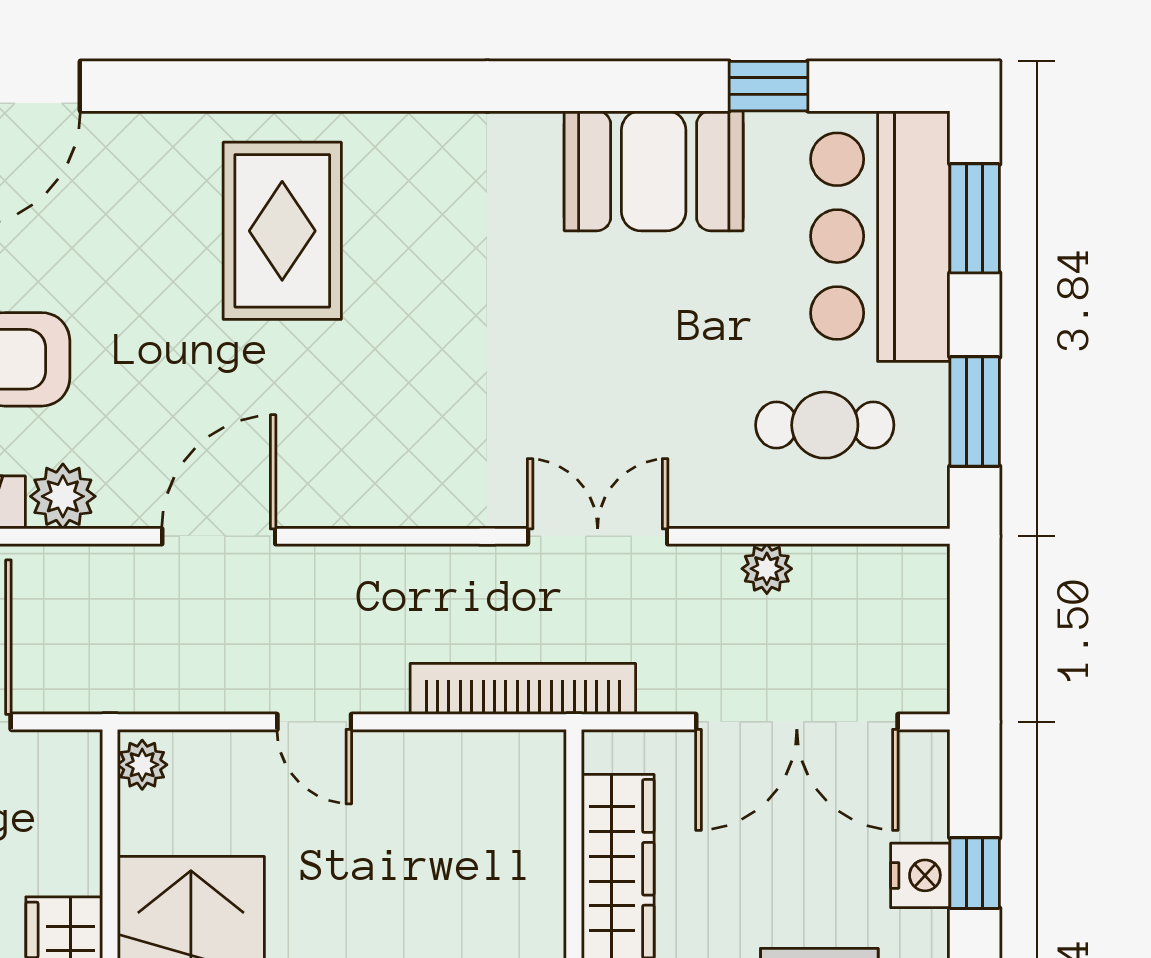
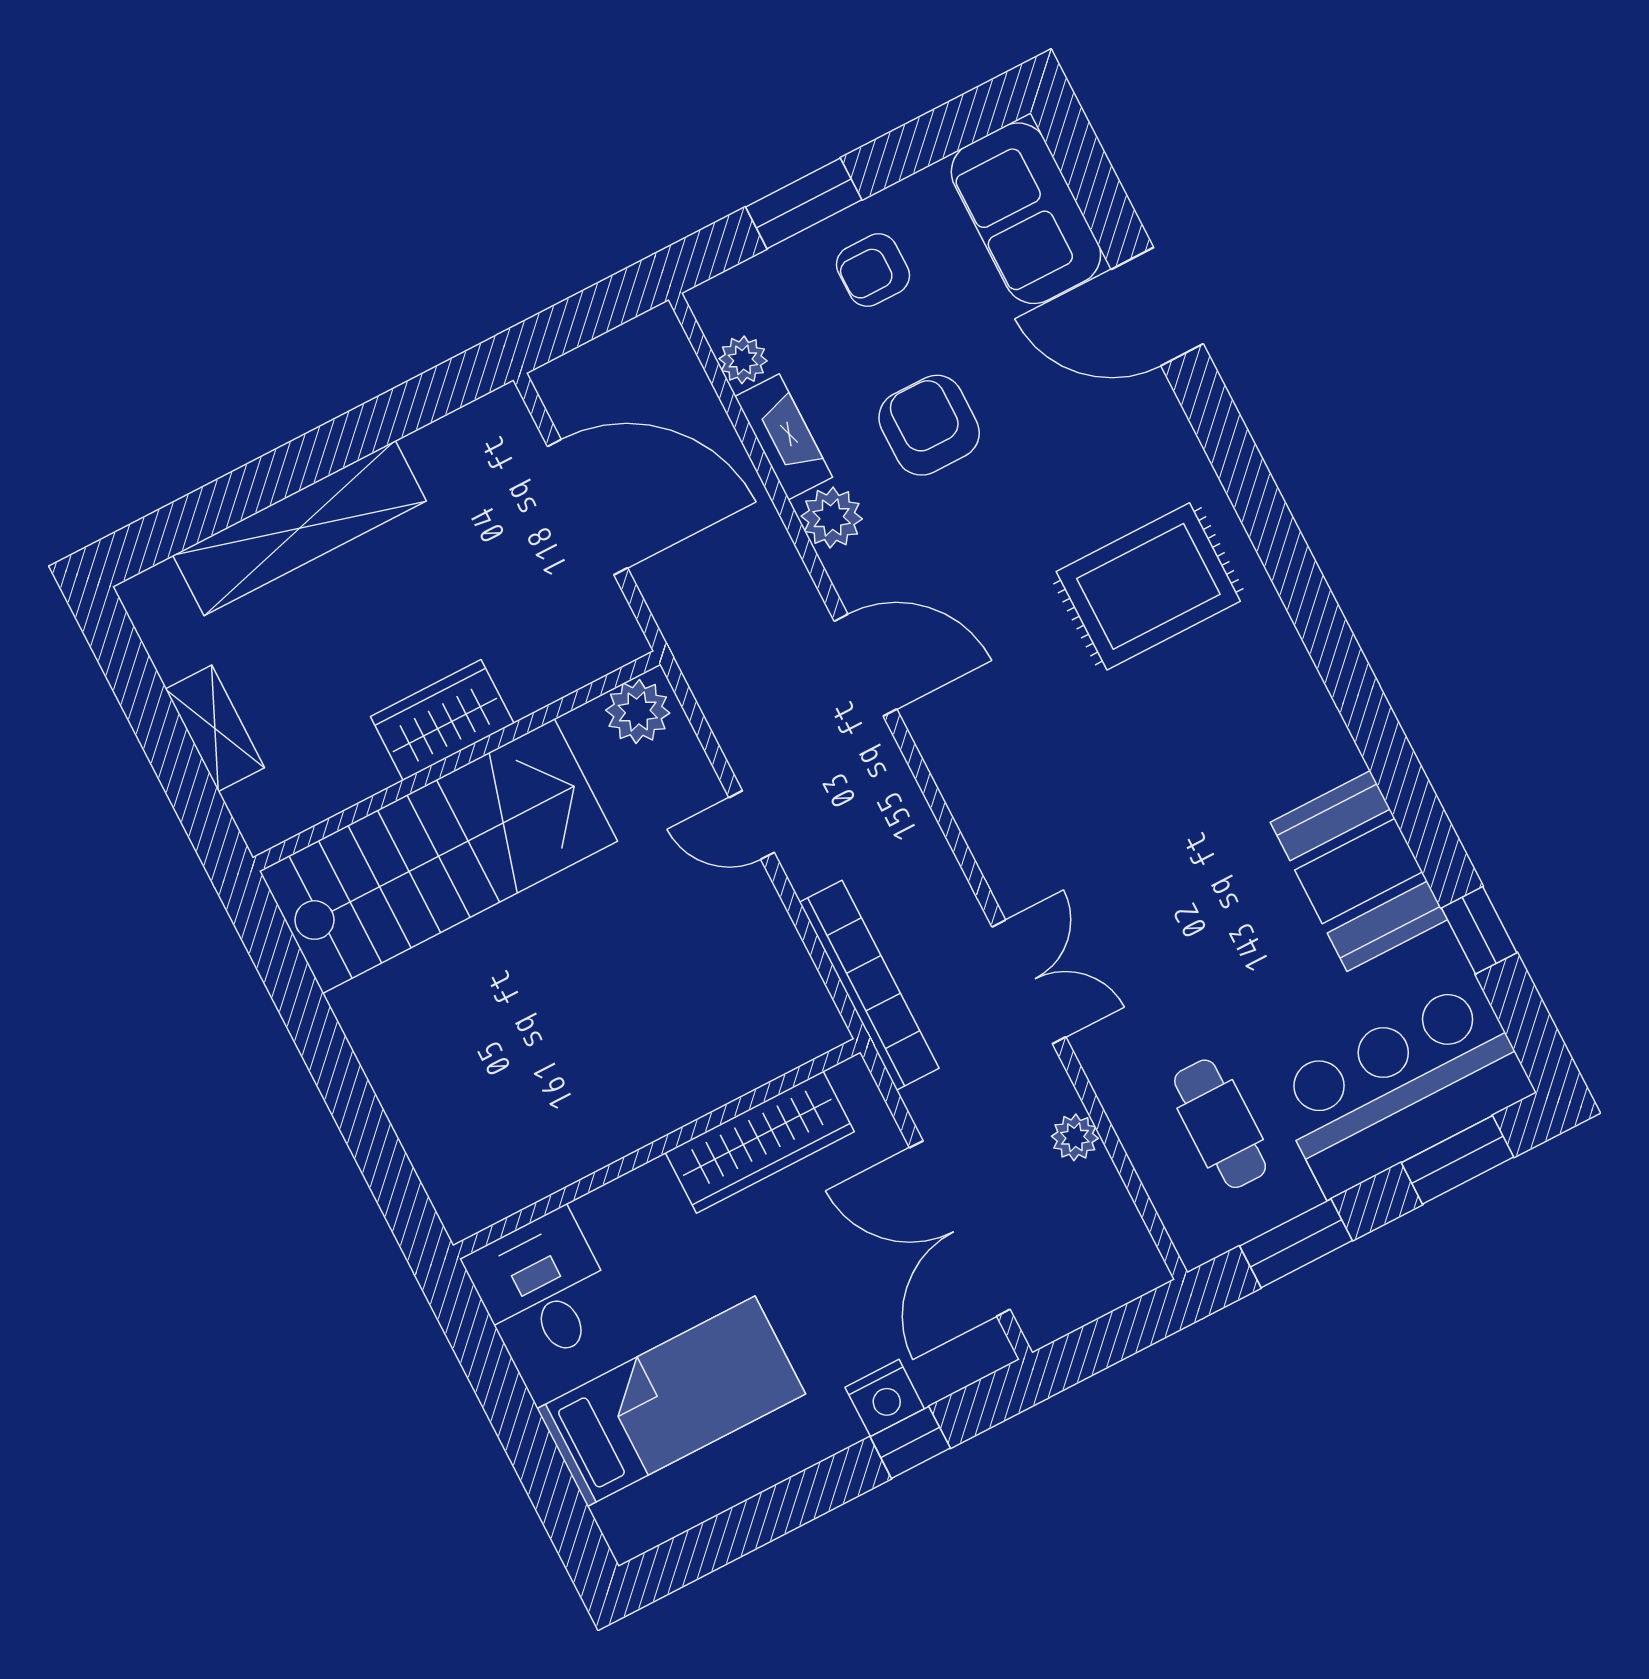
door: (314, 722) -> (752, 825), hinge flipped
plant: (142, 765) -> (638, 712), width x1.38, depth x1.38

